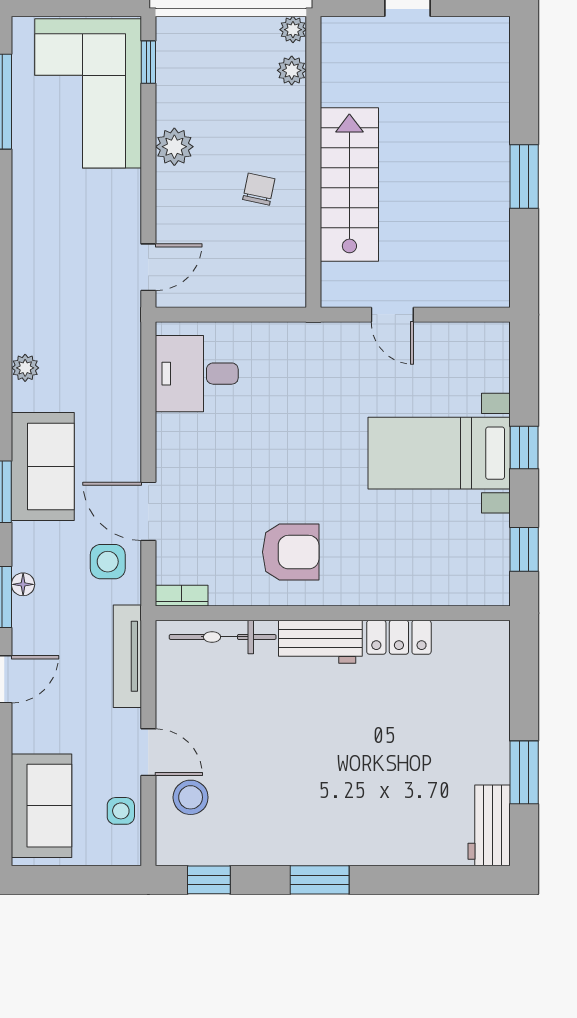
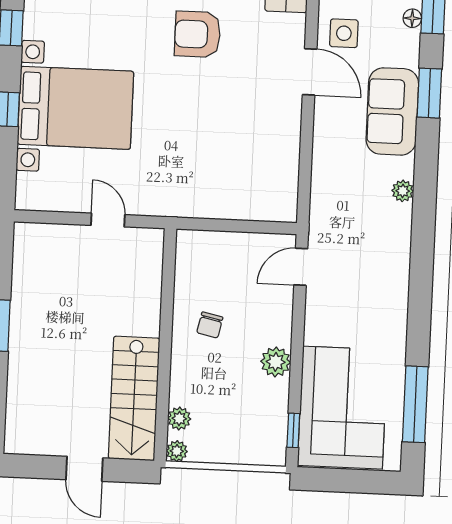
stairs: (349, 184) -> (134, 398), moved
desk: (197, 374) -> (266, 180), removed
bed with nightstands: (439, 453) -> (76, 108), width x1.36

